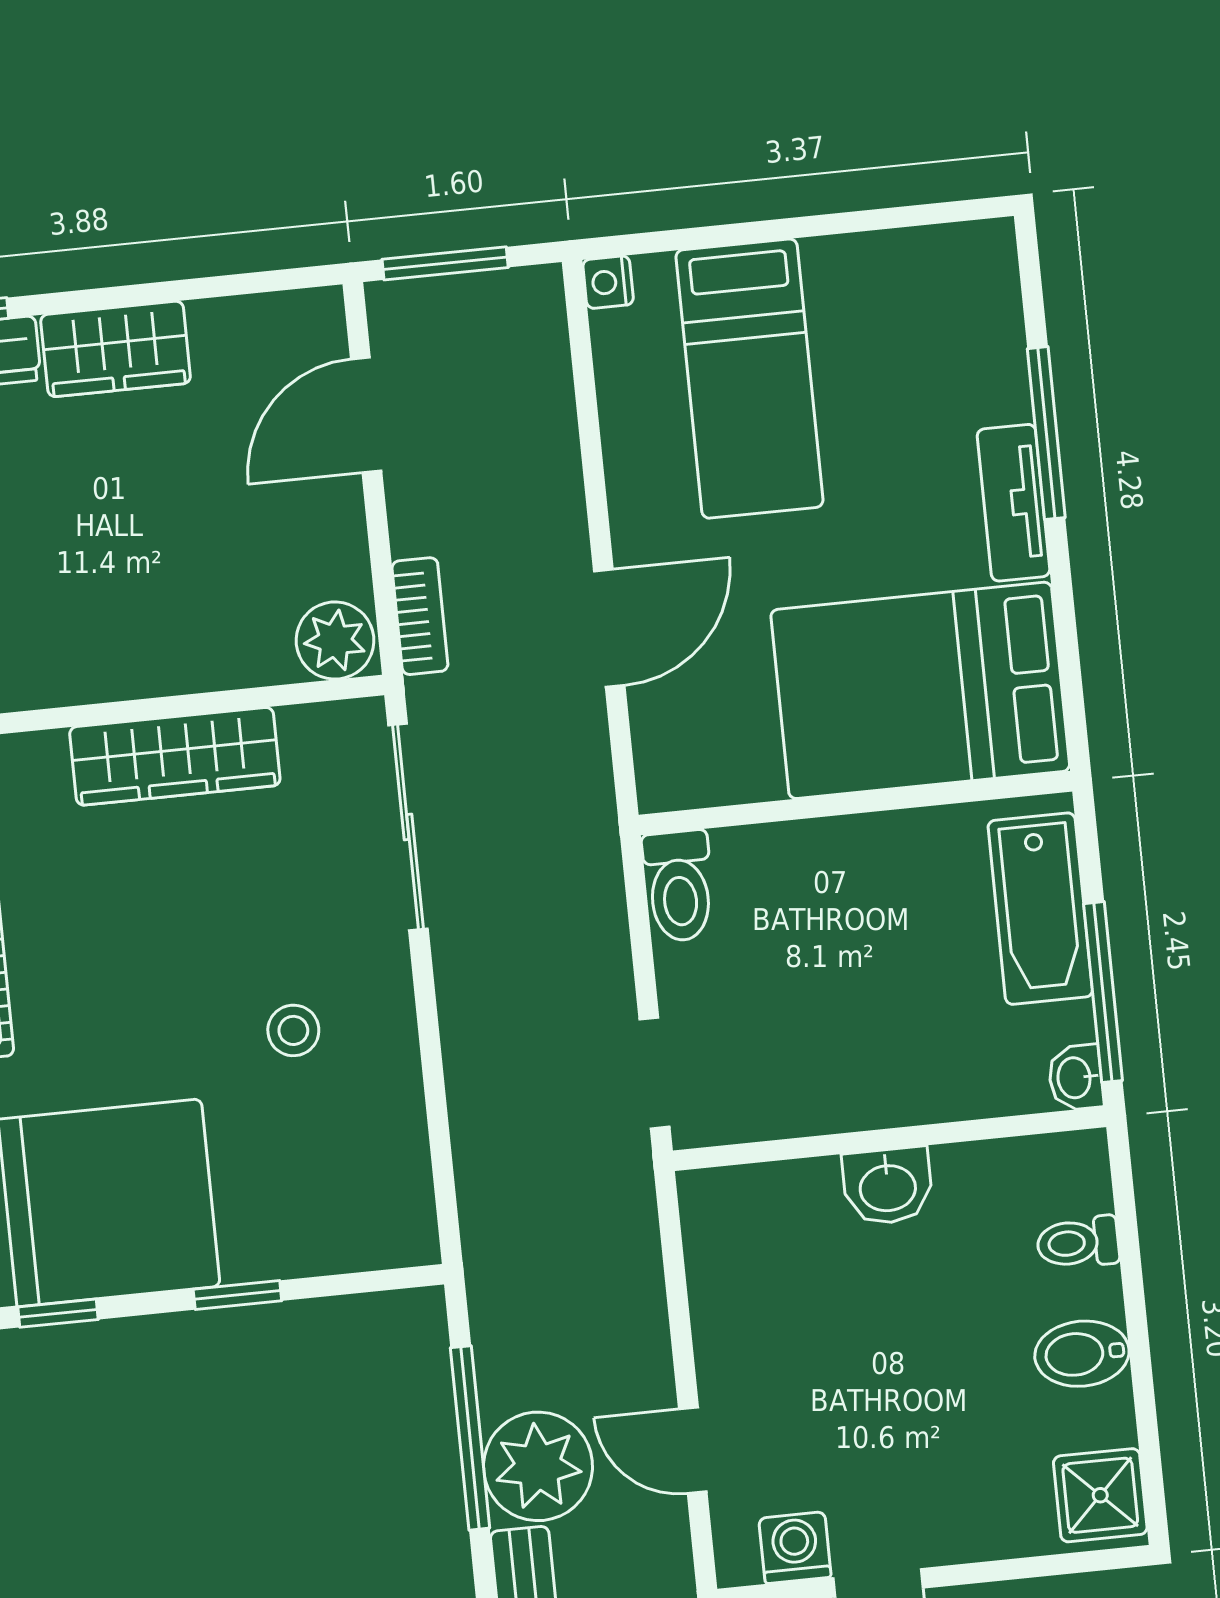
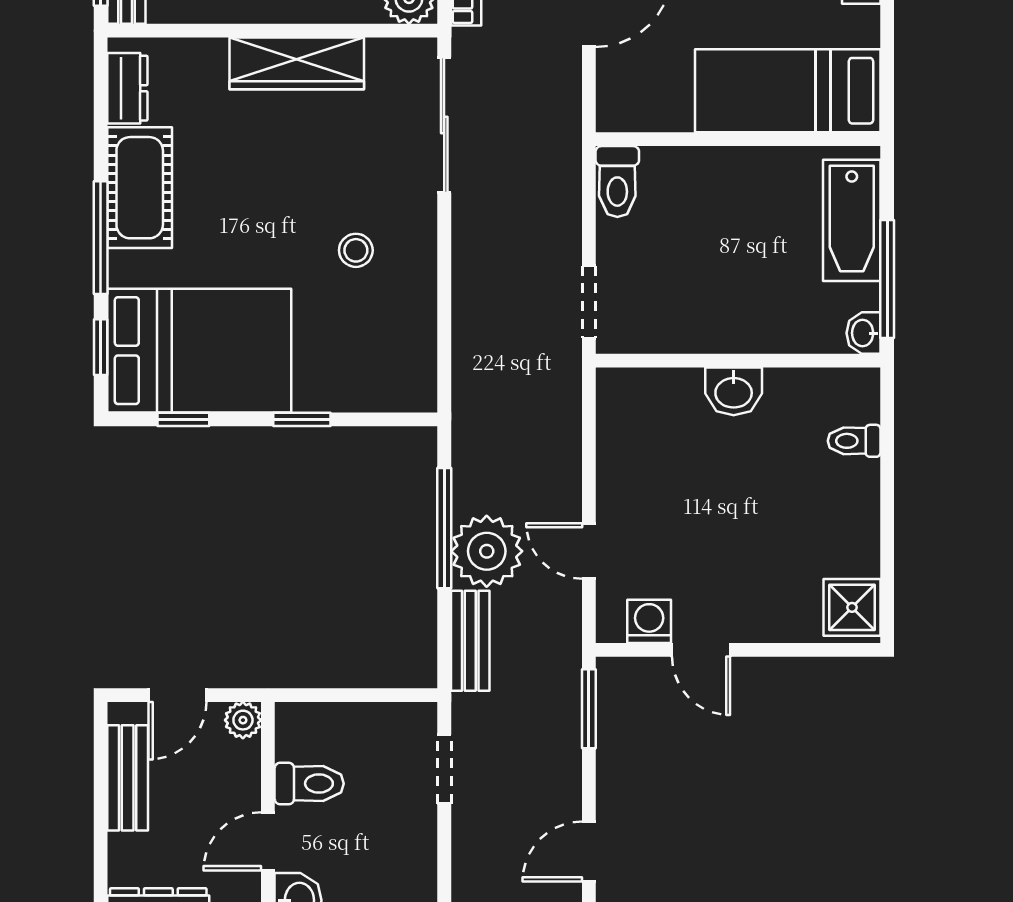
bed: (920, 690) -> (788, 91), width x0.67
bidet: (1082, 1354) -> (849, 514), removed

